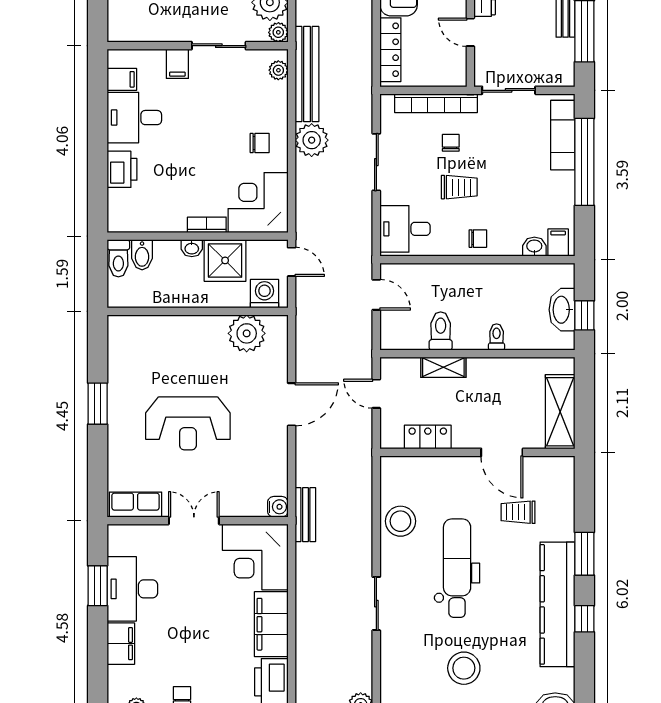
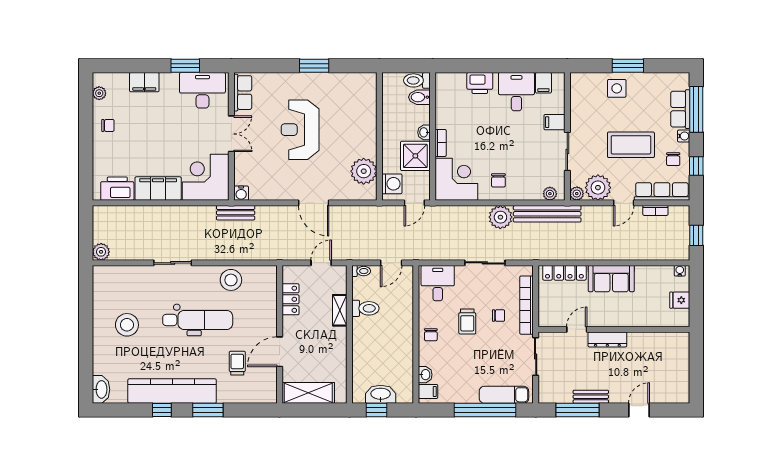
toilet: (497, 337) -> (361, 271), moved
desk: (132, 589) -> (202, 90), moved

